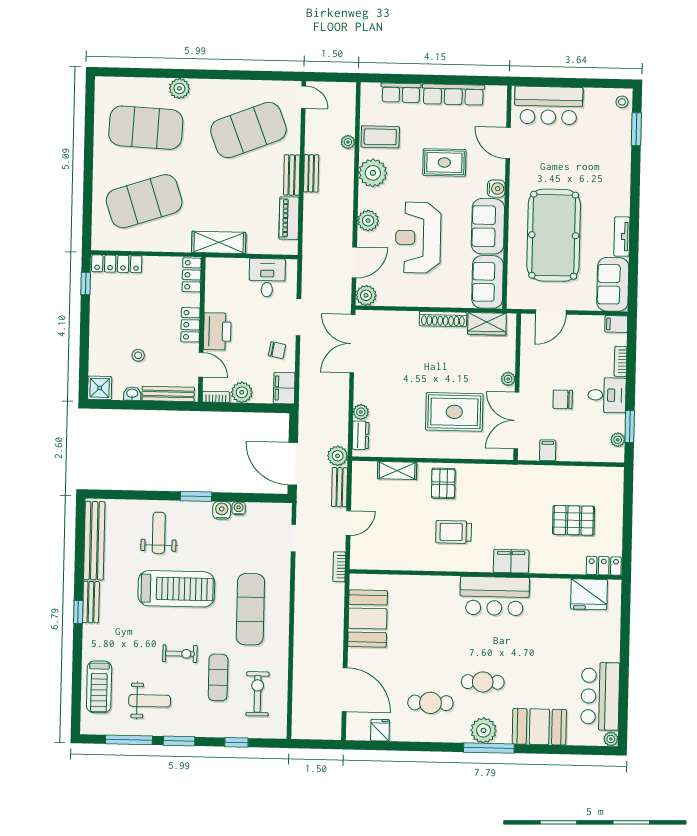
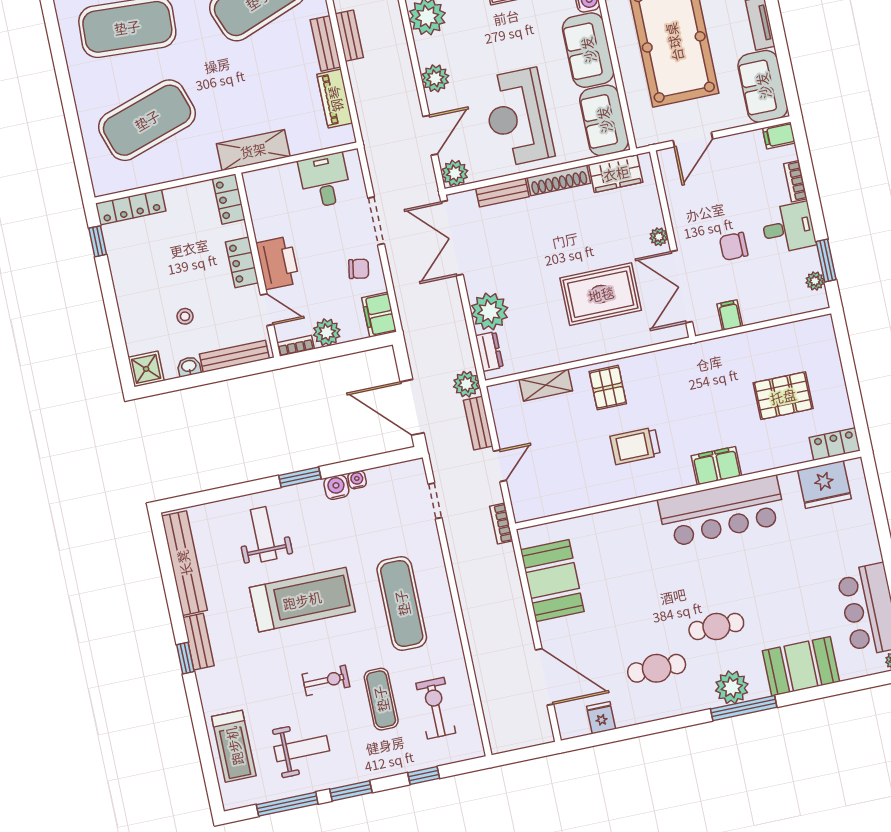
reception desk: (418, 238) -> (518, 117), moved
bench: (398, 318) -> (502, 193), added
plant: (361, 412) -> (490, 311), width x1.87, depth x1.87
bar counter: (495, 596) -> (722, 511), width x1.36

